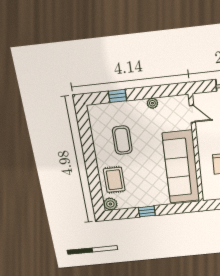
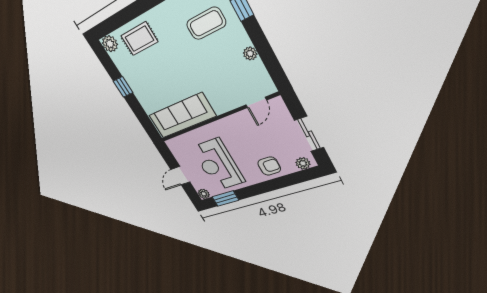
coffee table: (122, 140) -> (206, 23), moved
sofa: (181, 167) -> (182, 116), width x0.74, depth x0.79

